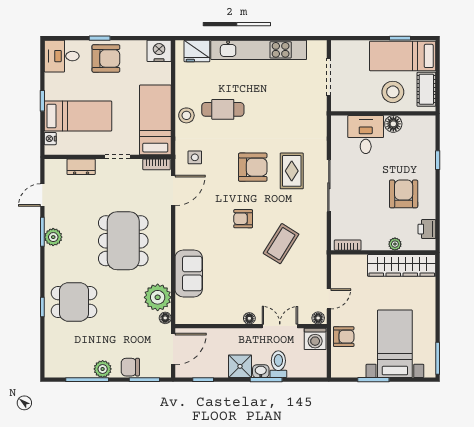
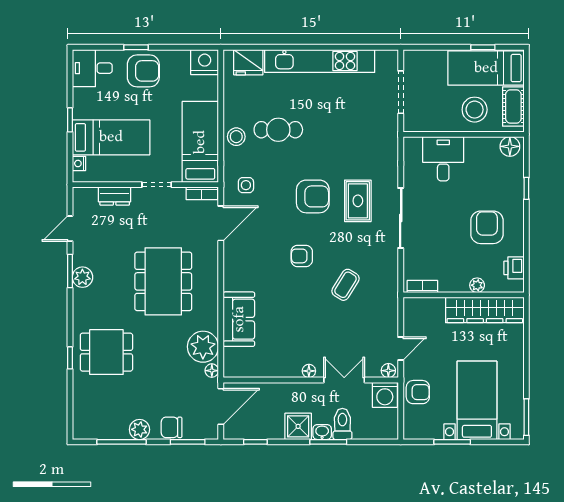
floor lamp: (393, 124) -> (510, 146), moved
coffee table: (281, 244) -> (345, 285), width x0.73, depth x0.77

